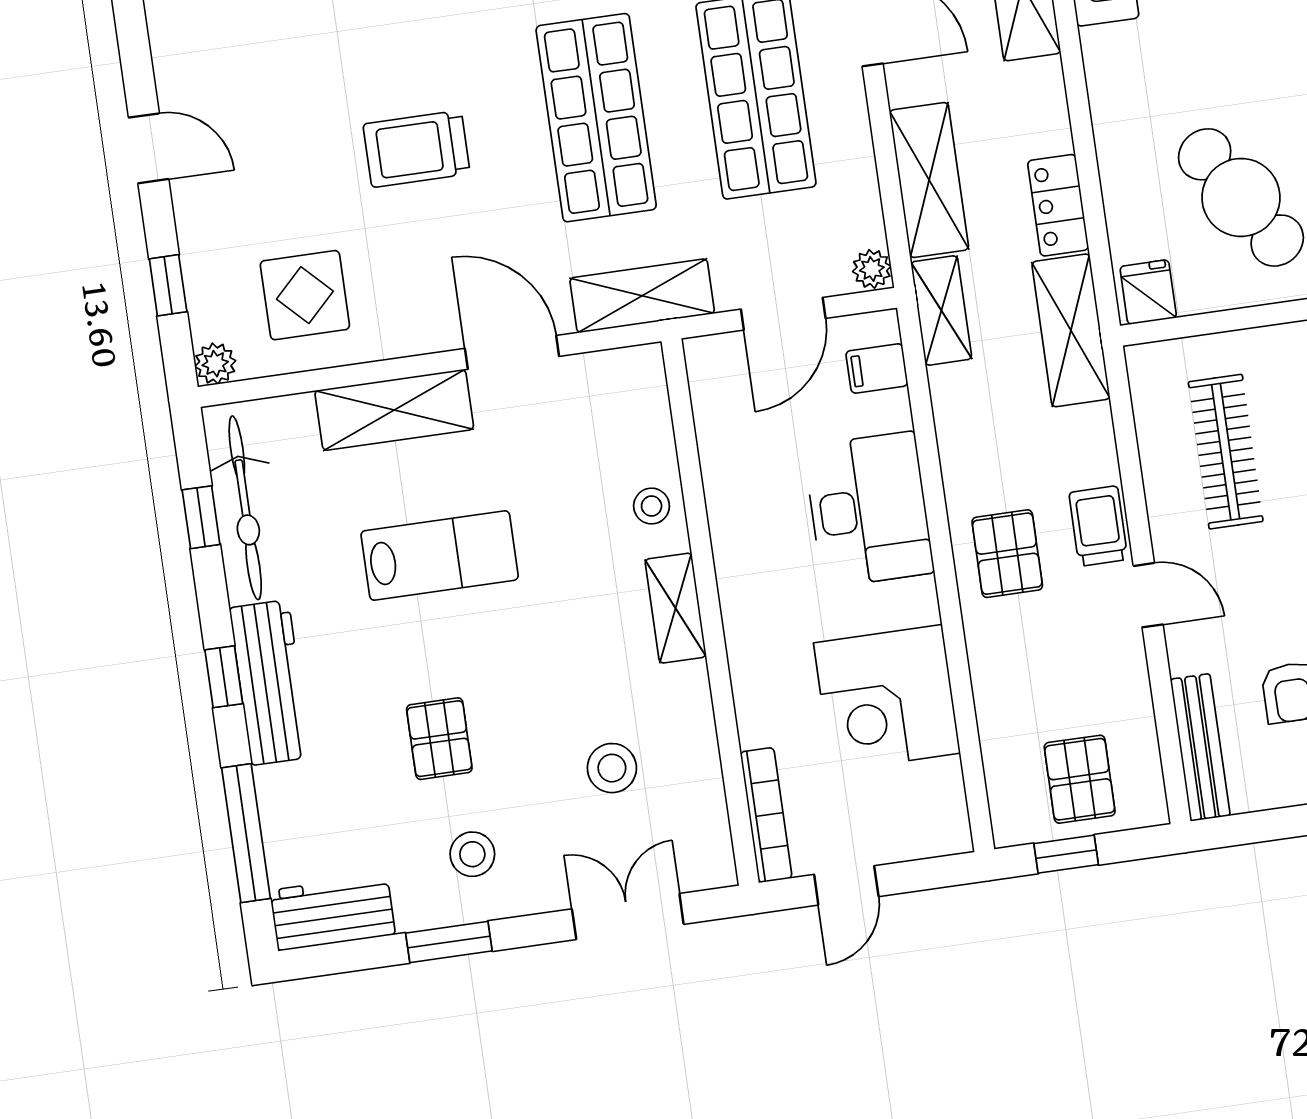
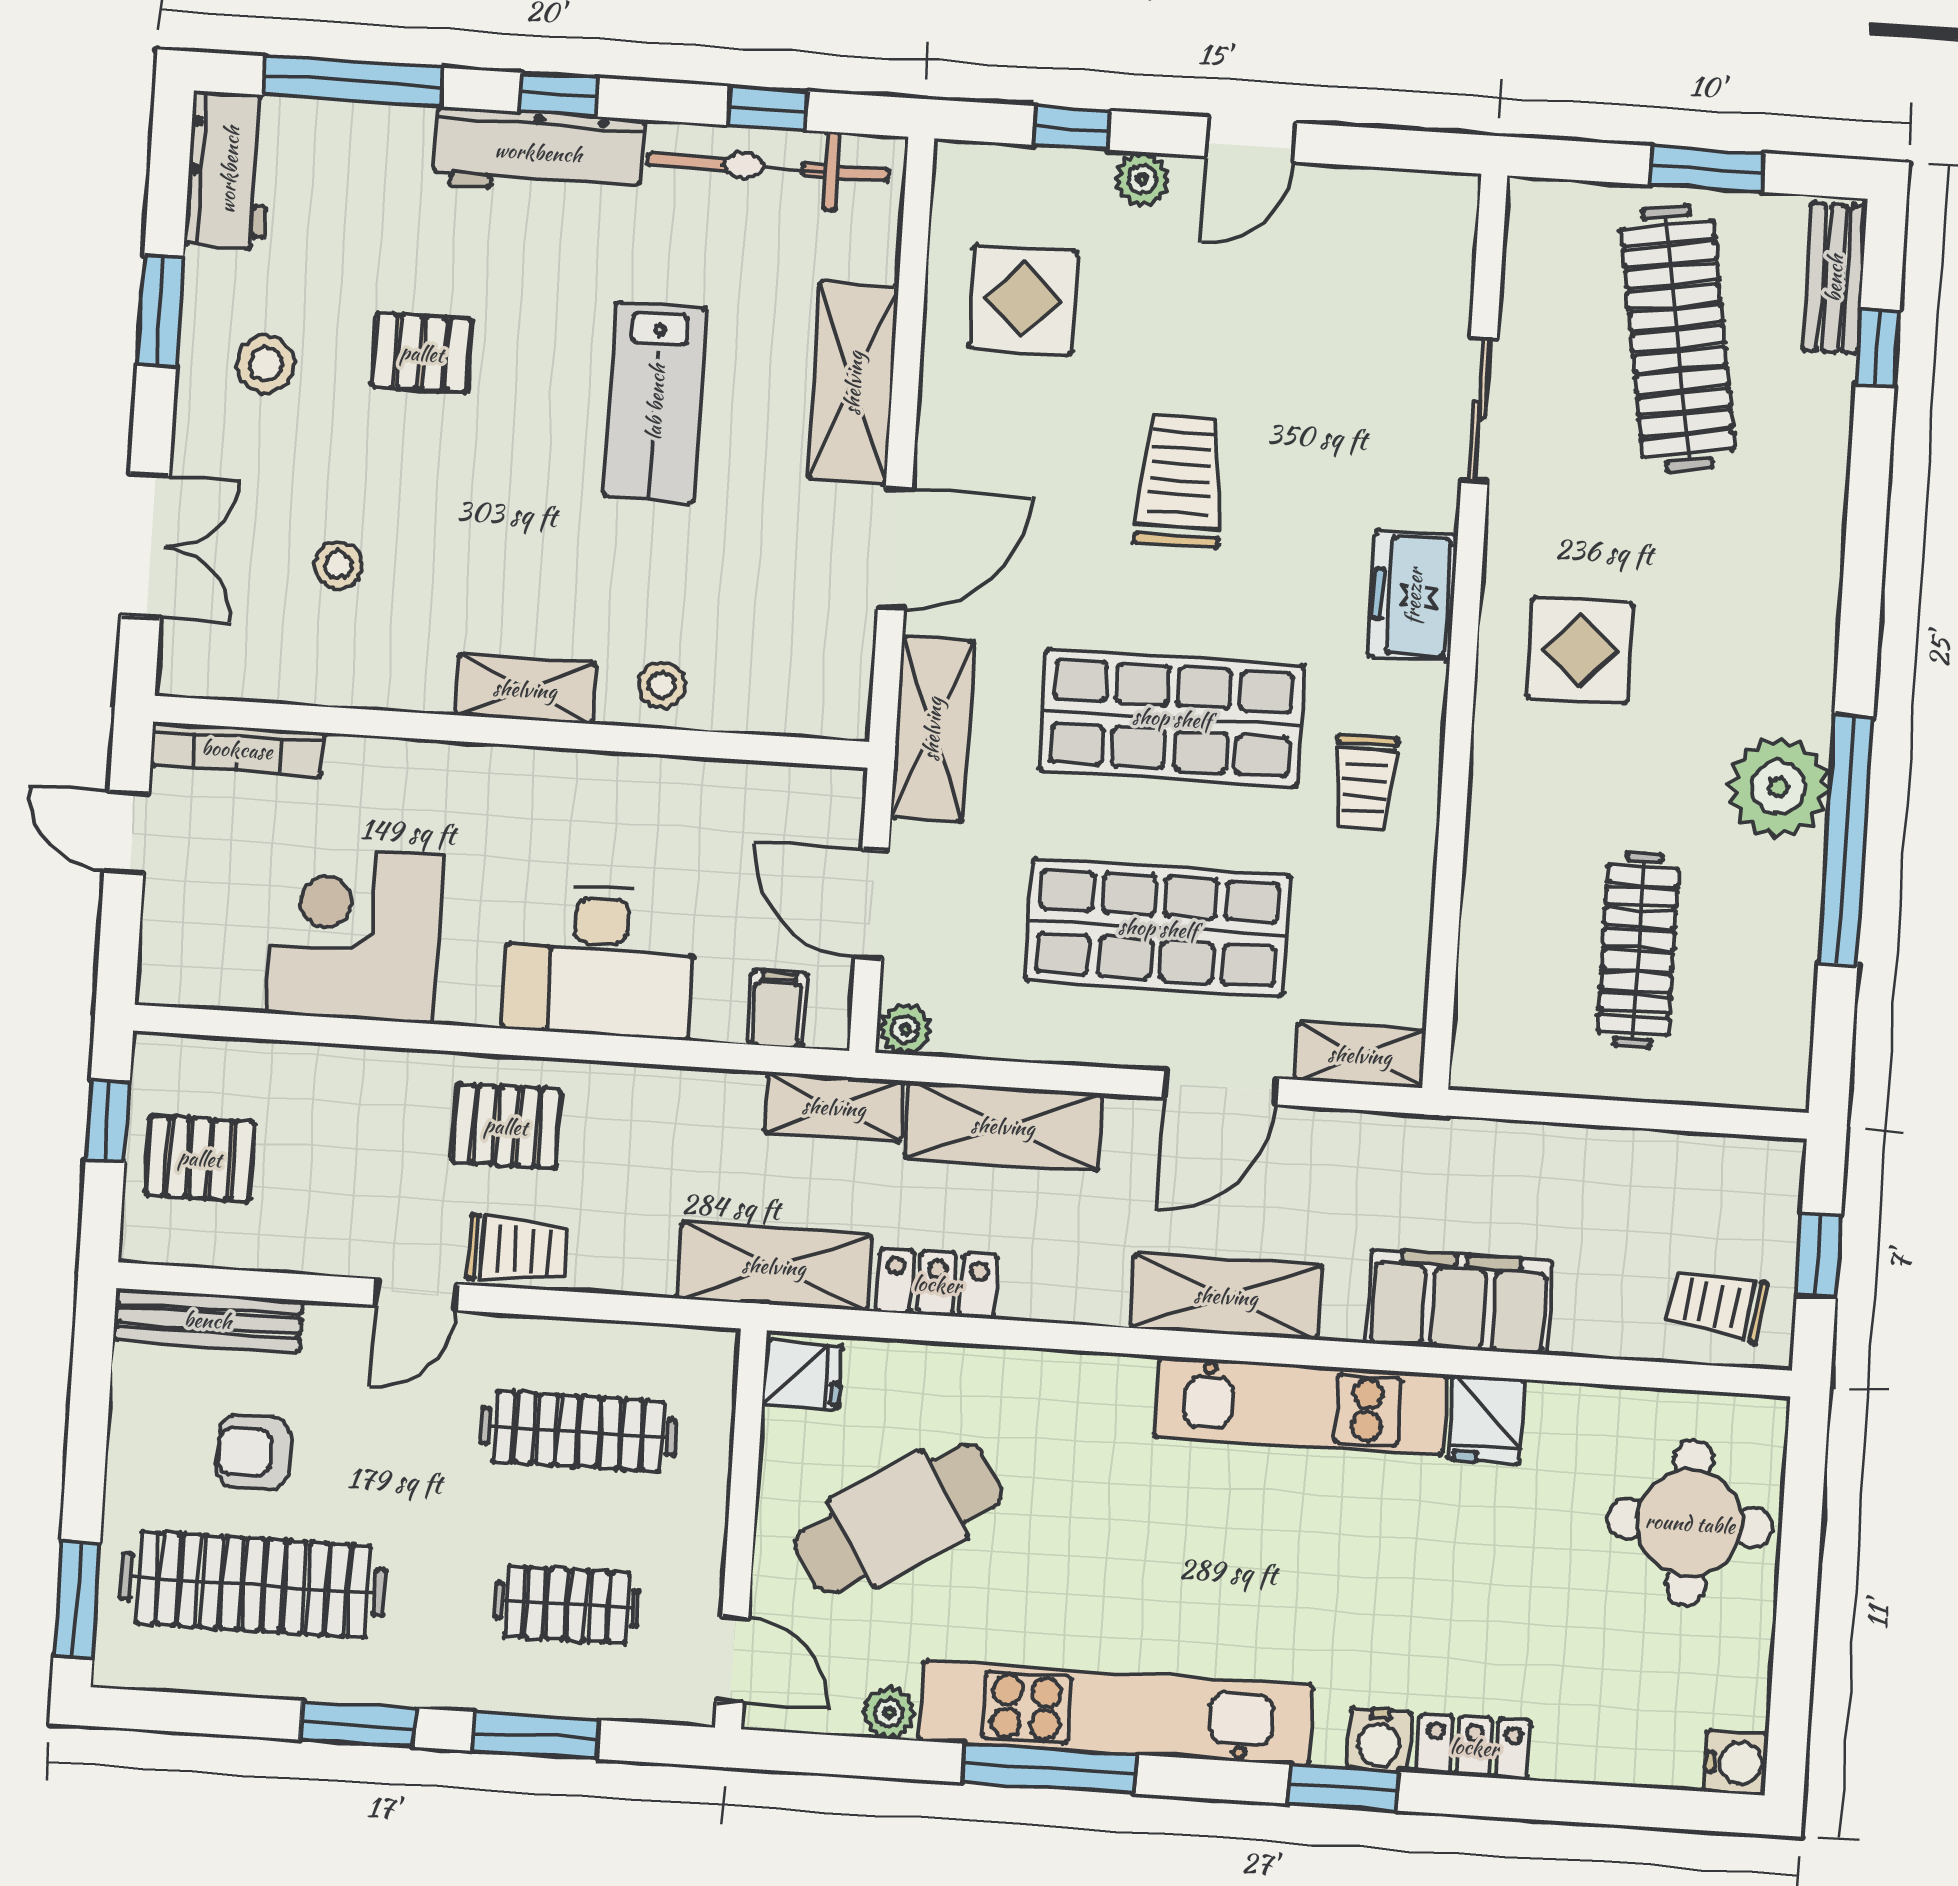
plant: (215, 364) -> (1142, 179), moved
stool: (612, 768) -> (338, 565), width x0.73, depth x0.73

